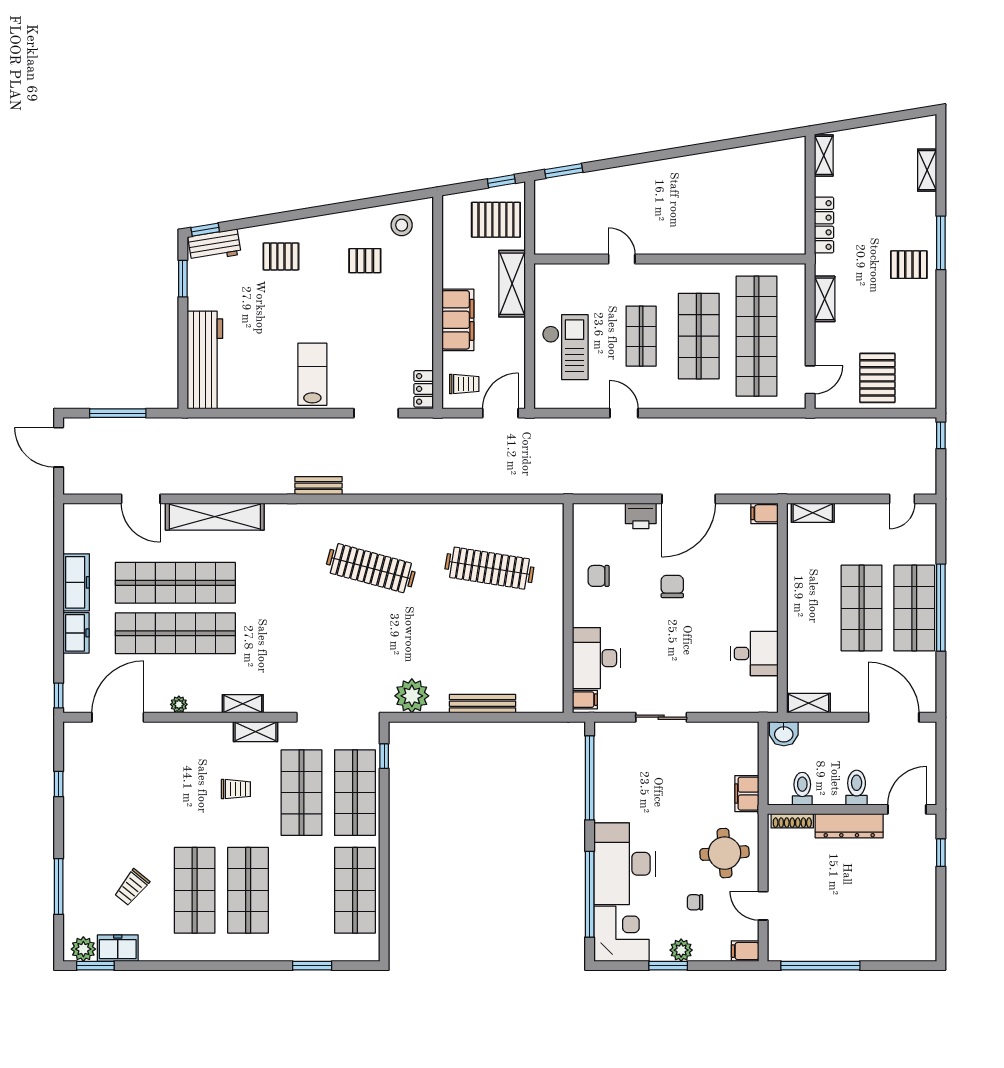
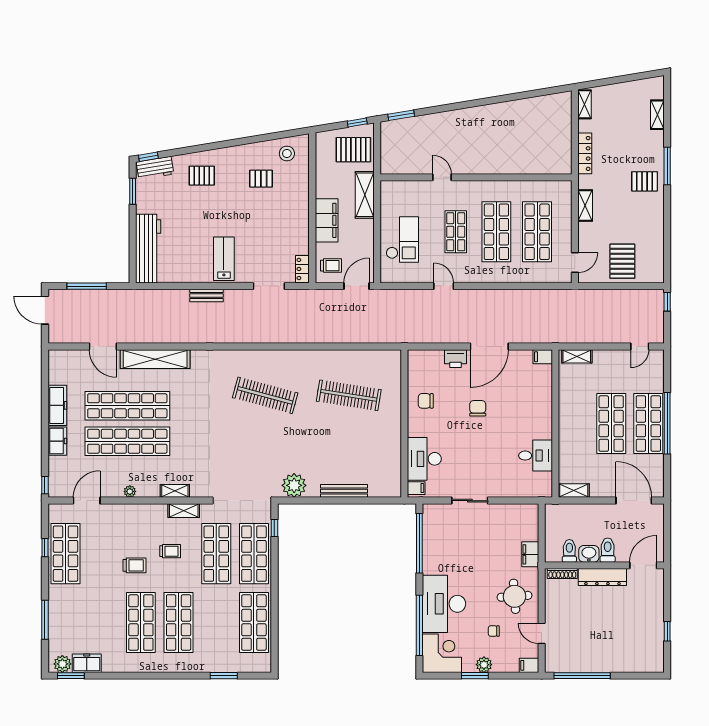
shop shelf: (756, 336) -> (537, 232), width x0.71
bench: (318, 486) -> (207, 295), moved
door: (118, 717) -> (87, 501), width x0.73
washbasin: (784, 734) -> (589, 554), moved, turned 180
shop shelf: (88, 793) -> (66, 554), added
window: (941, 853) -> (667, 631), moved
trolley: (132, 887) -> (135, 565), moved, turned -129

